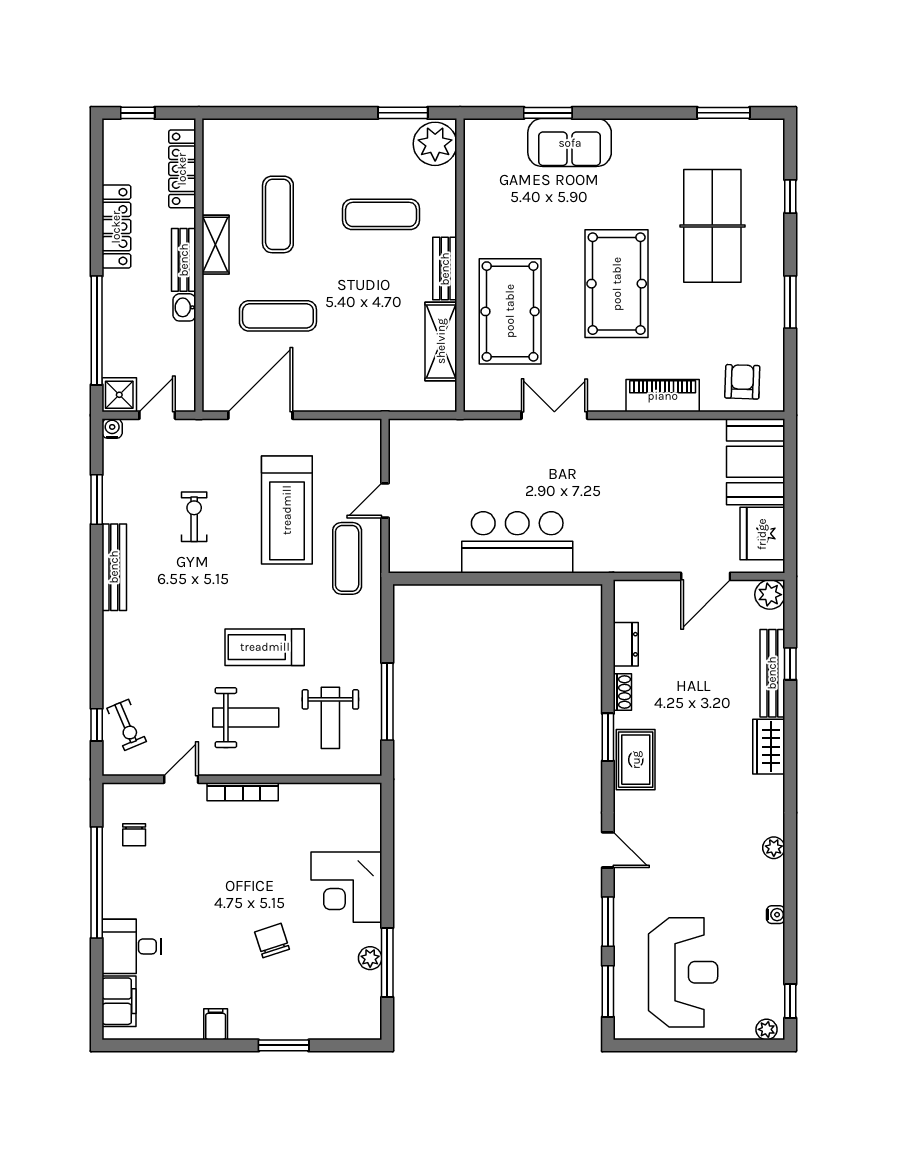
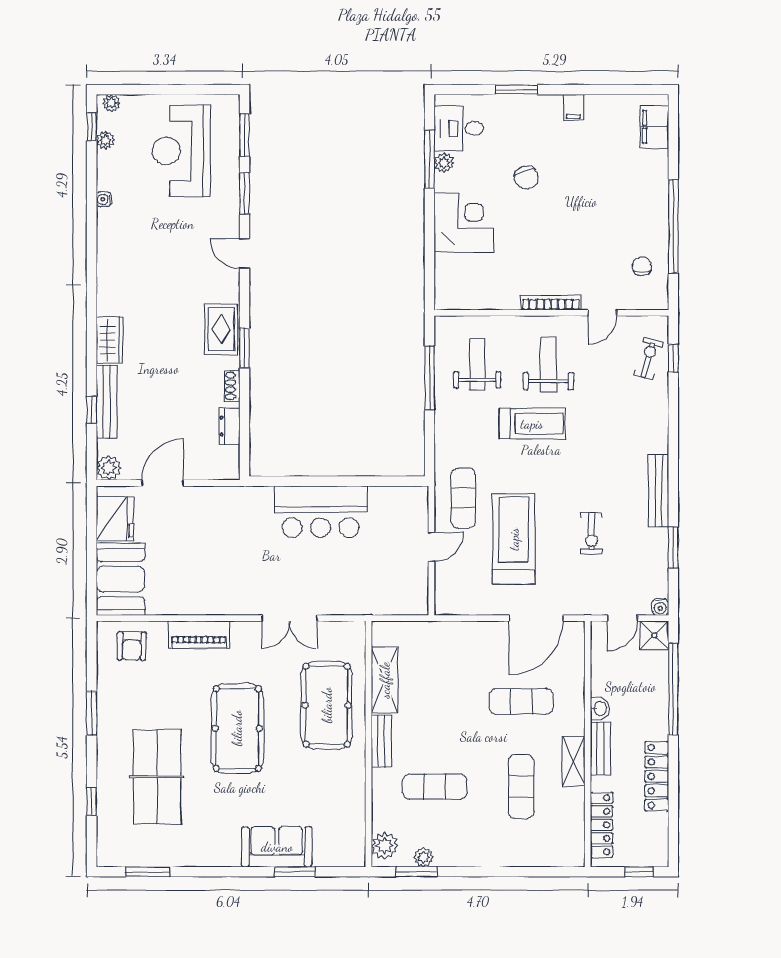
plant: (395, 130) -> (423, 857), added
plant: (435, 144) -> (385, 846), width x0.73, depth x0.73
weight bench: (246, 718) -> (548, 365), turned 90
exercise bike: (127, 725) -> (648, 358), turned 39
plant: (774, 848) -> (105, 140), moved
desk: (132, 946) -> (459, 128), moved, turned 180

